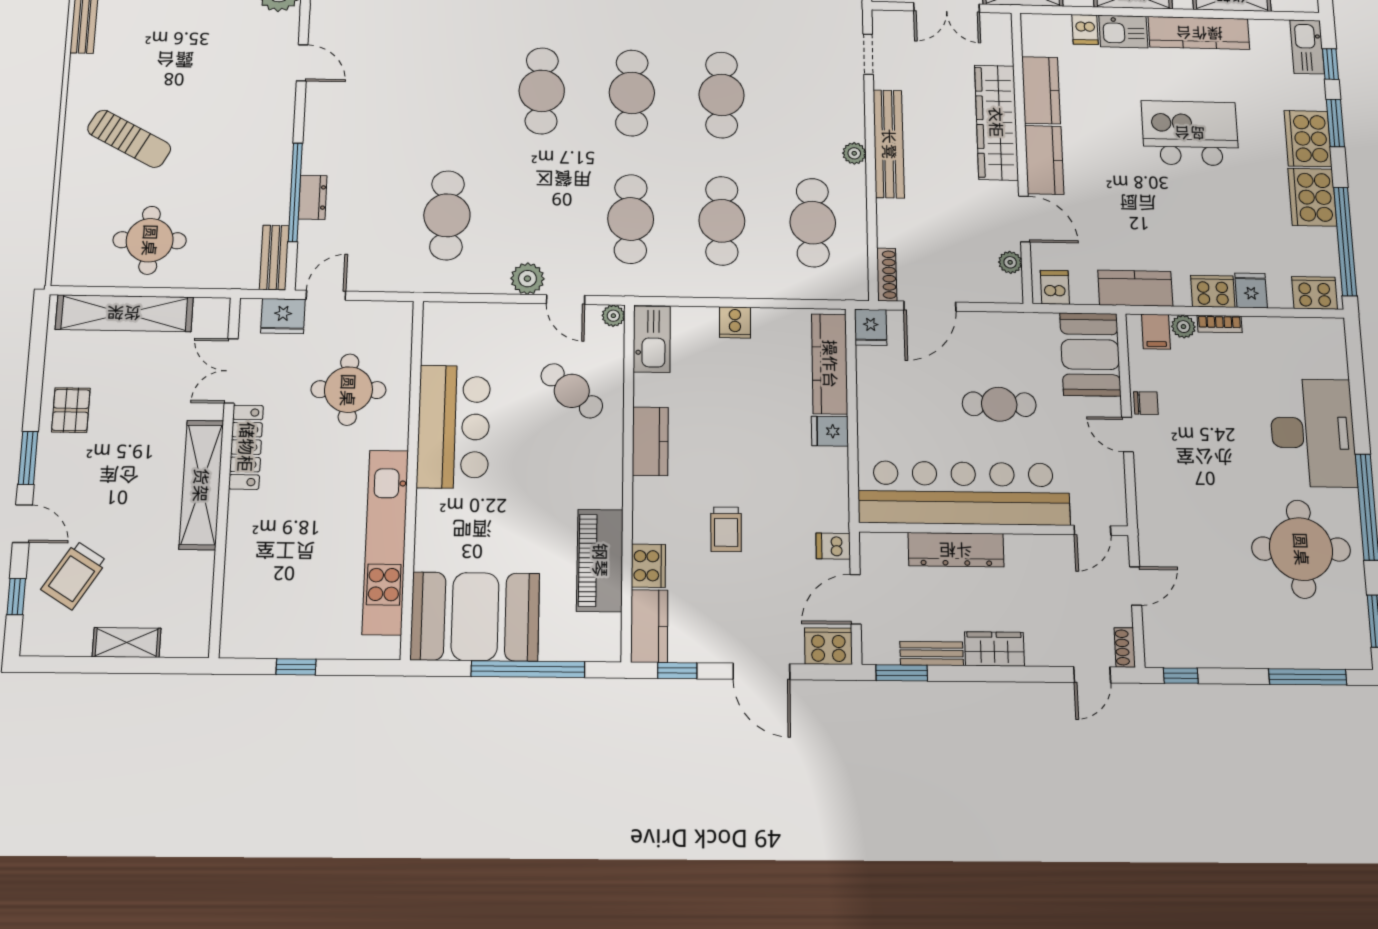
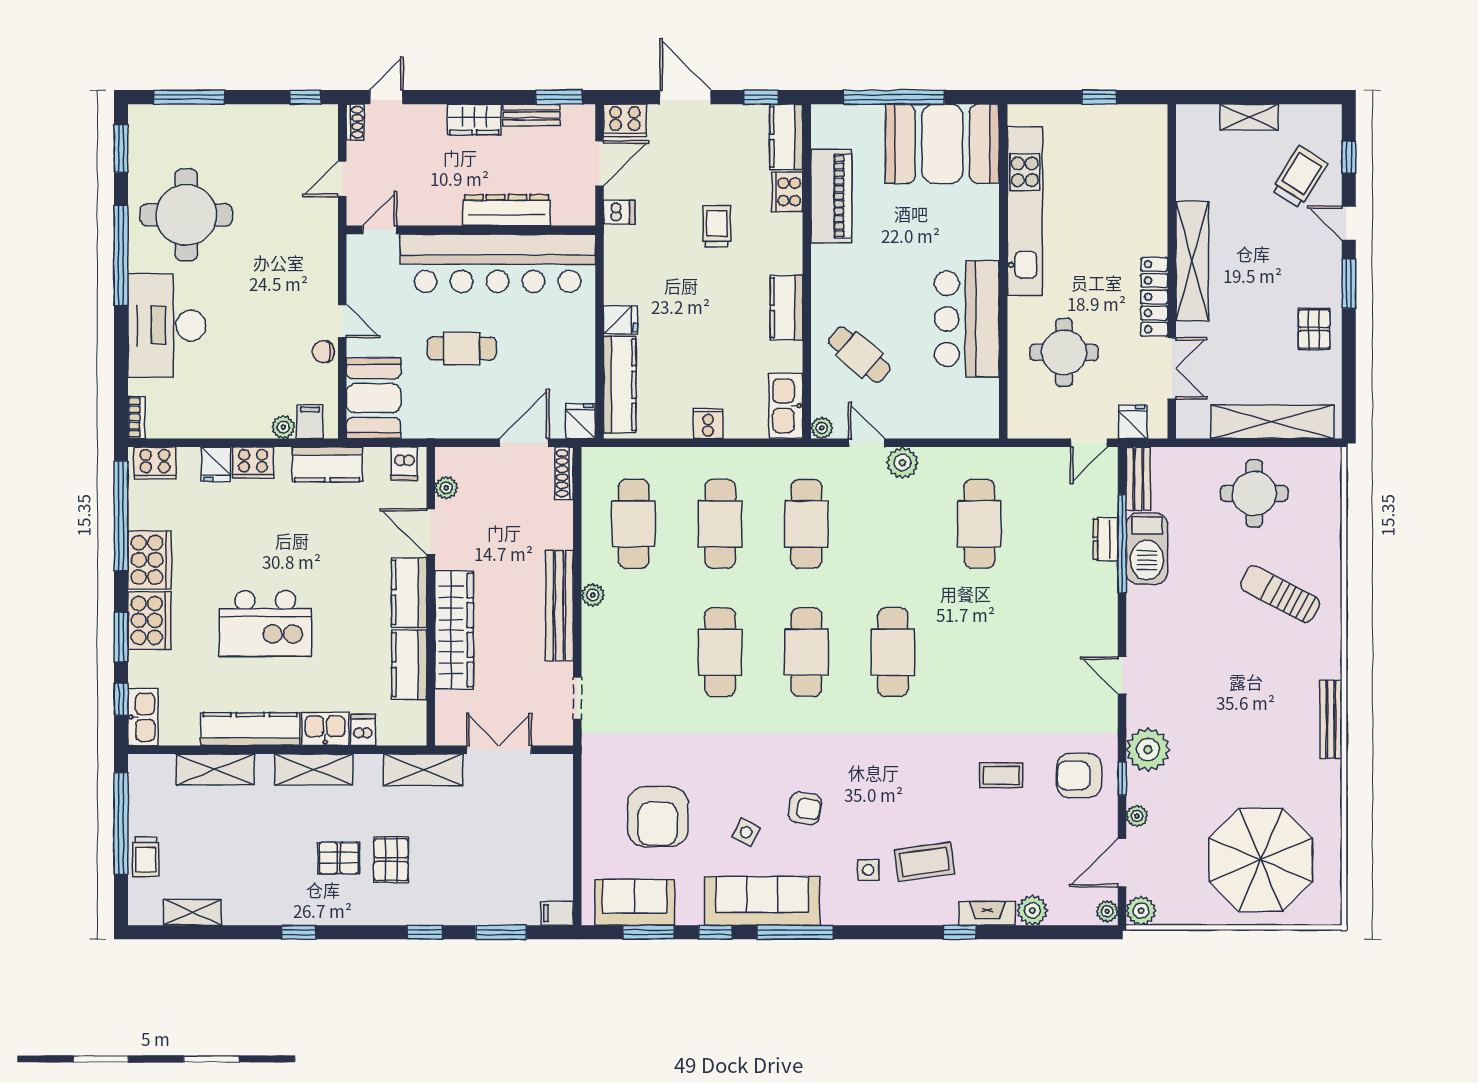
barbecue: (269, 187) -> (1147, 549), added
fridge: (283, 316) -> (1133, 422), width x0.72
bookcase: (1220, 324) -> (136, 418), moved, turned 90

